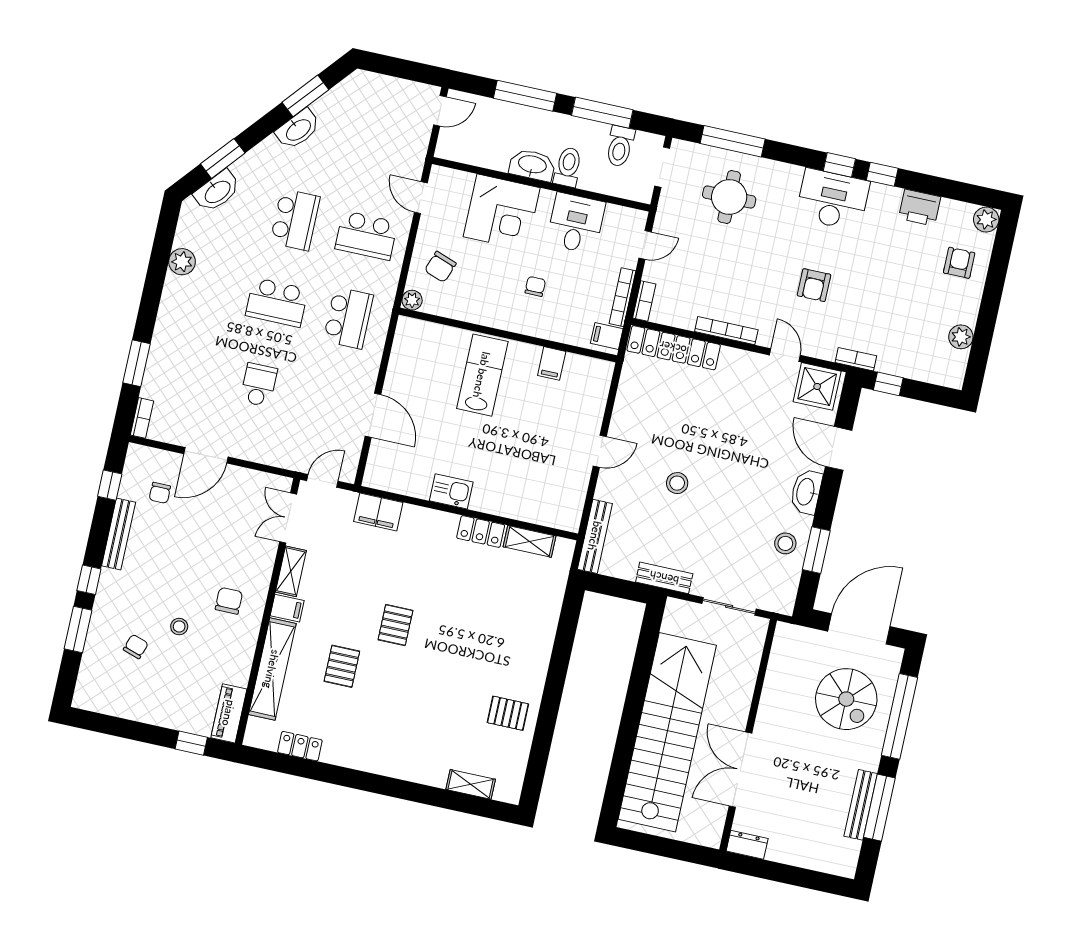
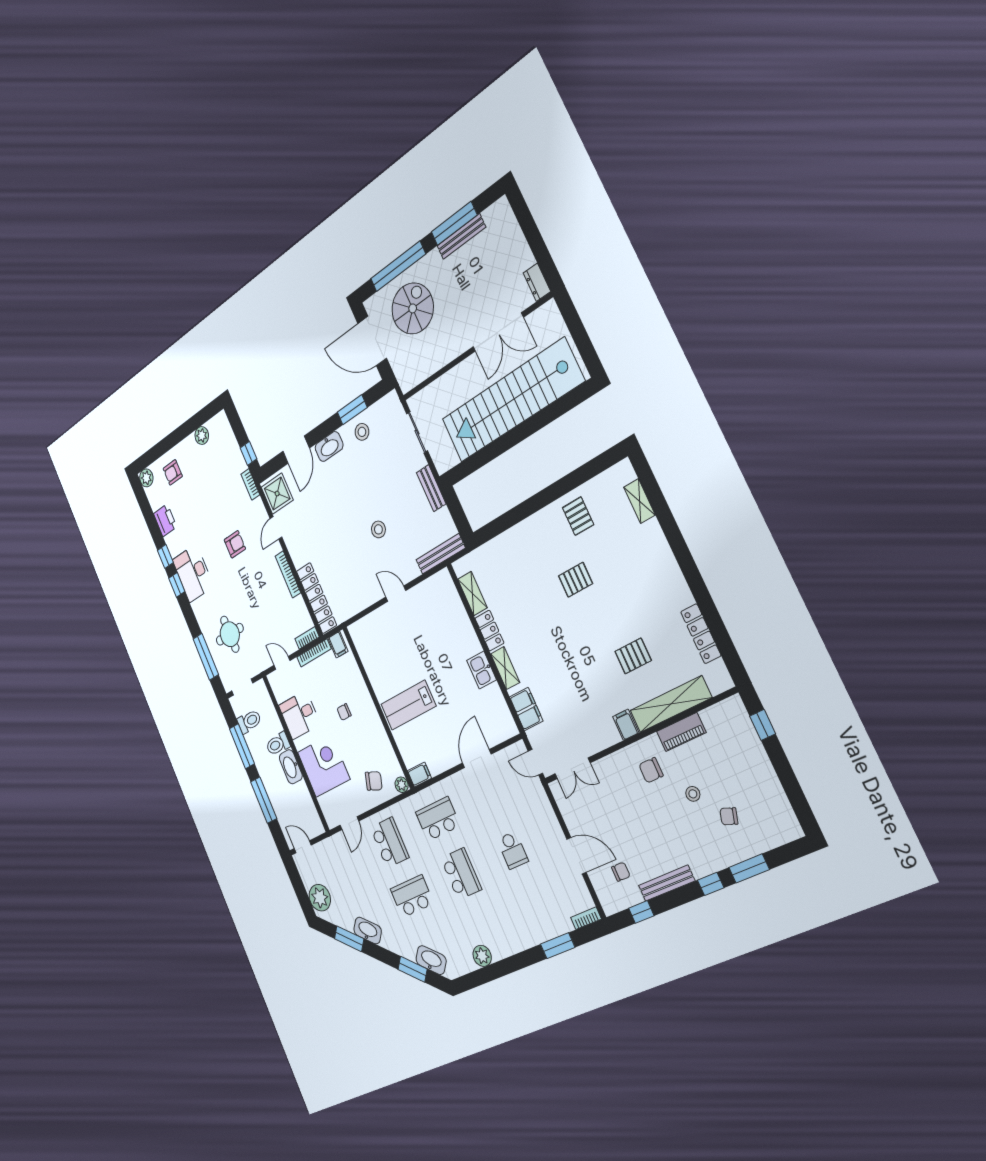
plant: (373, 90) -> (320, 898), added
filing cabinet: (552, 363) -> (419, 774), moved
school desk: (259, 385) -> (513, 850), turned -90
shelving: (291, 571) -> (505, 668), moved, turned 90
pallet: (395, 625) -> (576, 580), moved
piano: (229, 713) -> (681, 732), moved
locker: (300, 746) -> (701, 634), width x1.53

